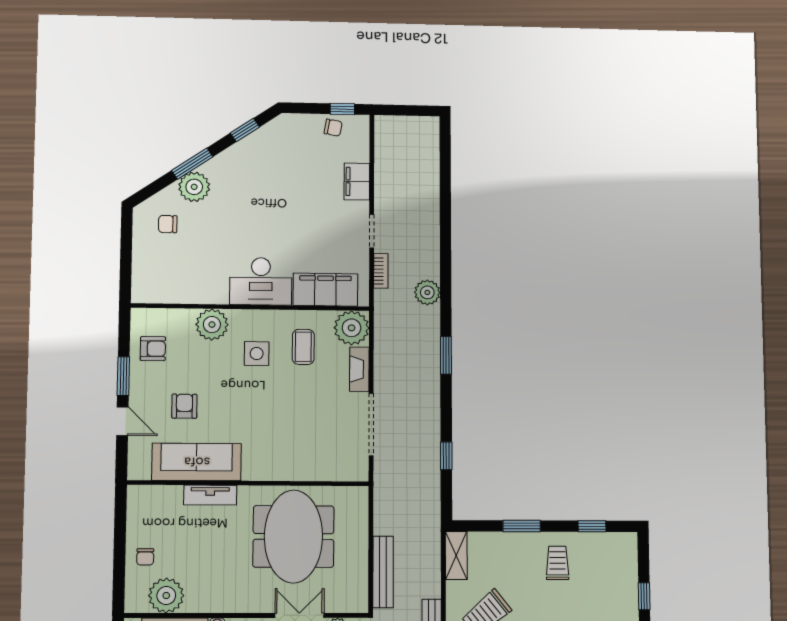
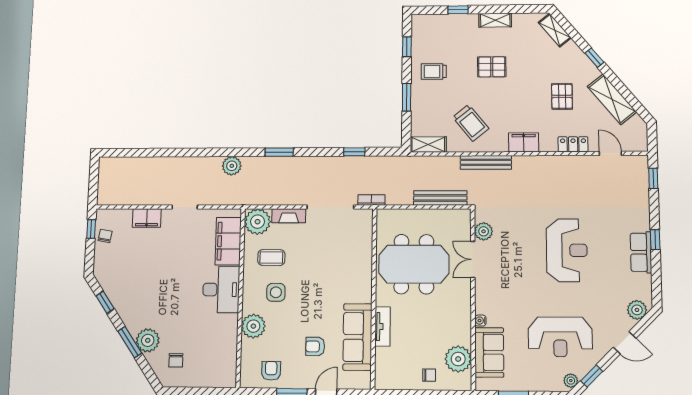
bookcase: (381, 271) -> (371, 200), moved

